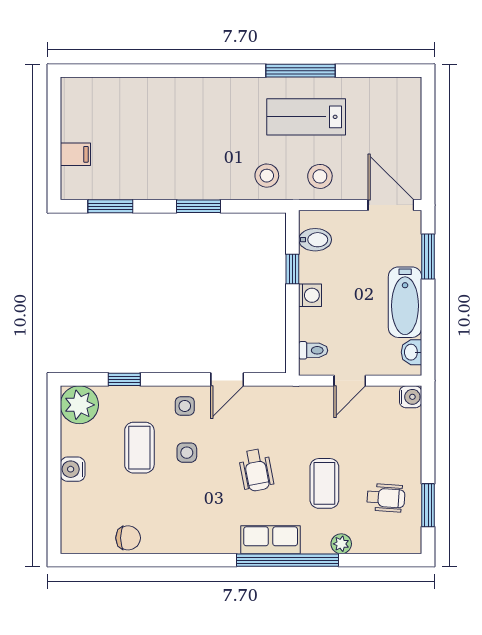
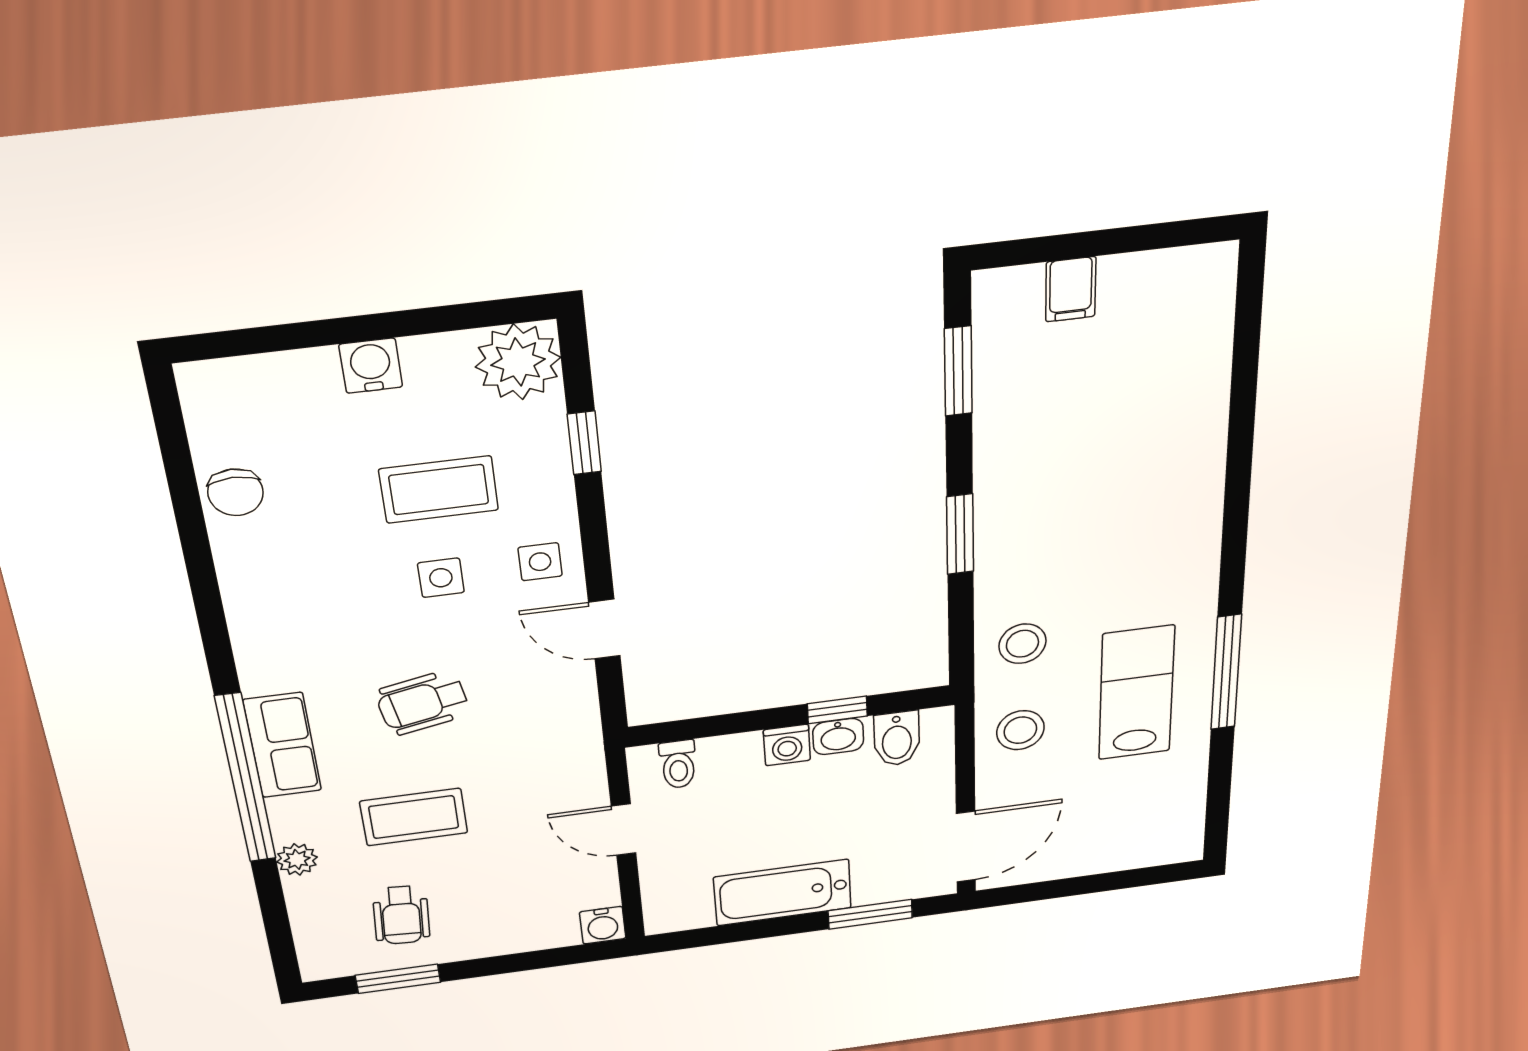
washbasin: (412, 352) -> (838, 737), moved, turned 180

